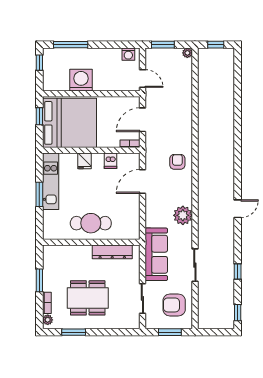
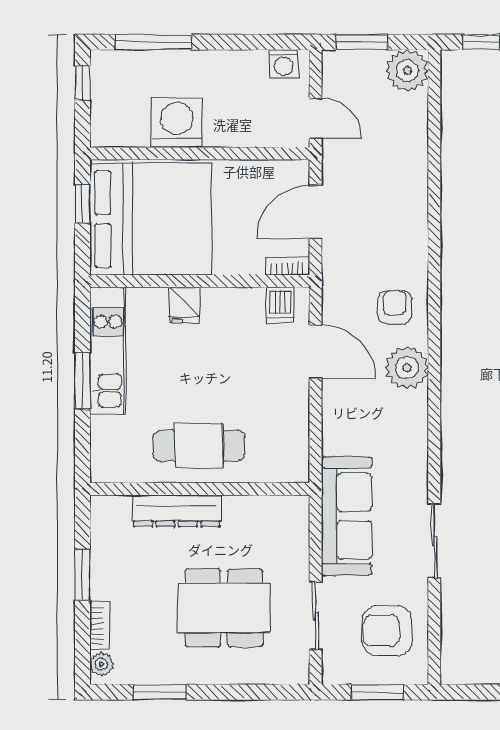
plant: (187, 53) -> (407, 71), width x1.87, depth x1.87
dishwasher: (111, 161) -> (280, 305), moved
door: (142, 181) -> (316, 351), swing flipped
plant: (183, 215) -> (407, 368), moved
dresser: (112, 252) -> (177, 511), moved
dining table: (88, 298) -> (224, 608), moved

